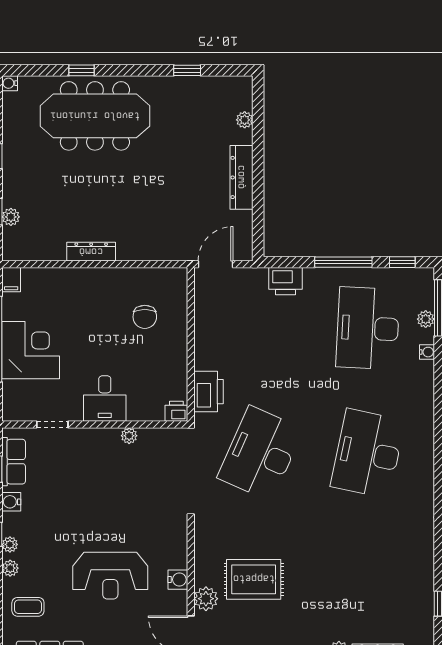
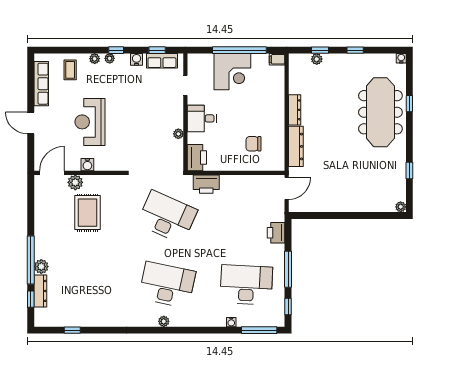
plant: (245, 120) -> (401, 207), moved
dresser: (242, 177) -> (296, 146), moved, turned 90
door: (215, 264) -> (287, 188), hinge flipped
plant: (426, 319) -> (164, 321), moved
printer: (176, 411) -> (197, 158), width x1.87, depth x1.48

